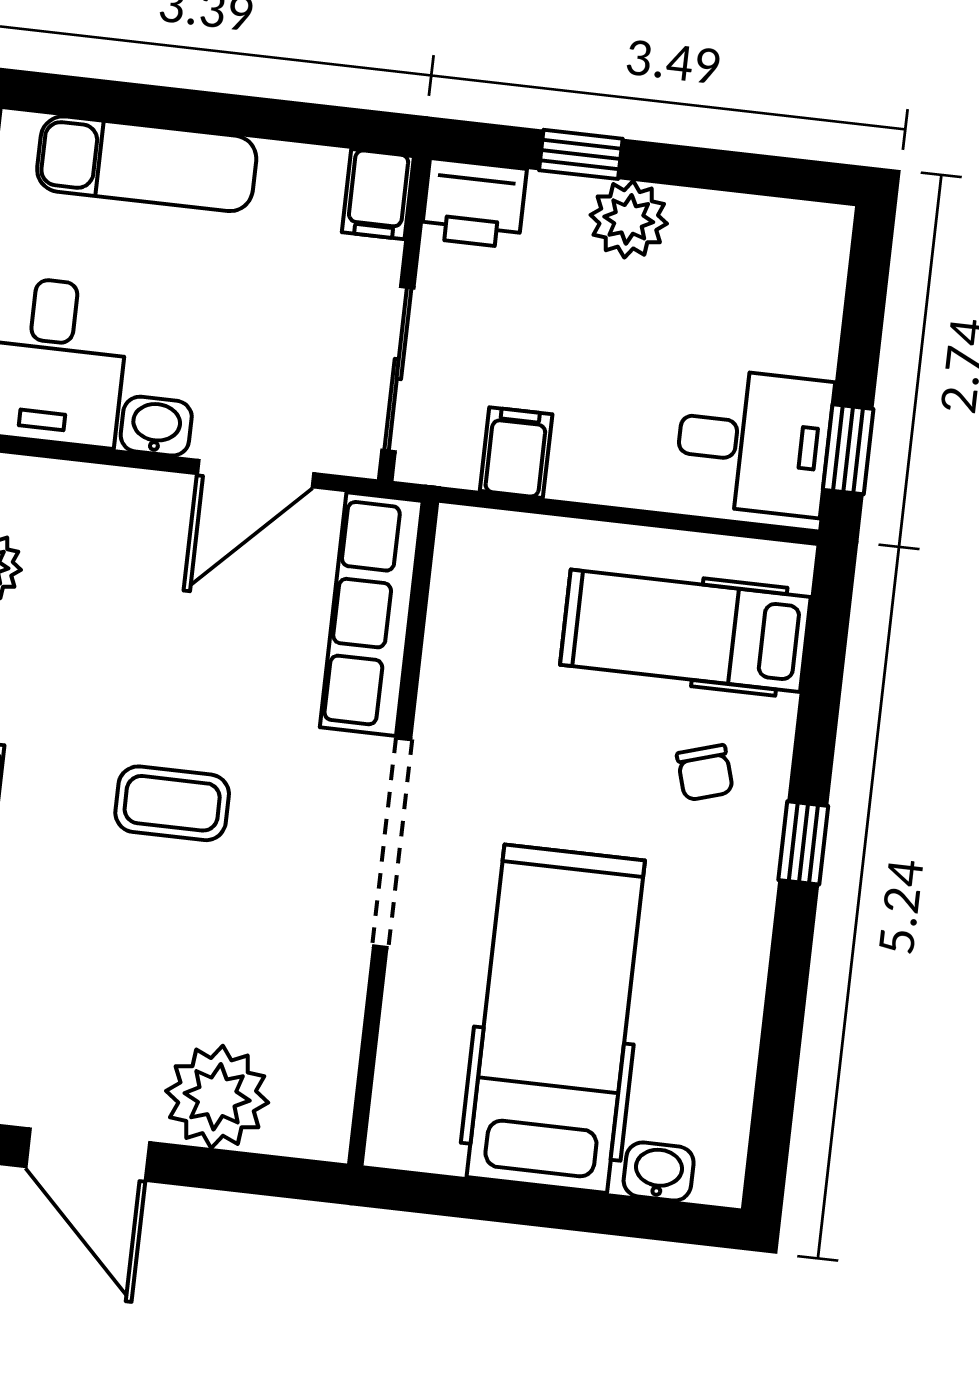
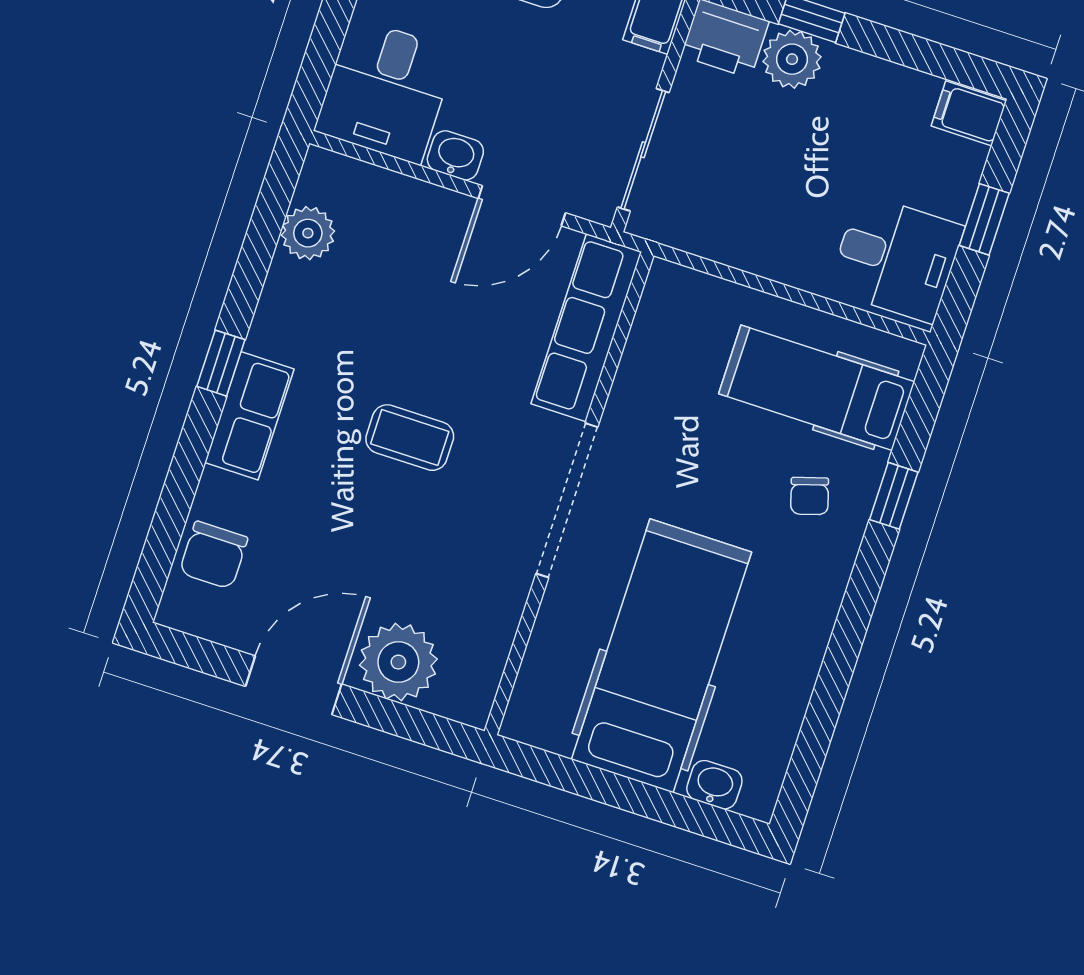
plant: (629, 219) -> (792, 59), moved
window: (848, 449) -> (984, 219), moved
filing cabinet: (516, 453) -> (969, 113), moved, turned -90
window: (803, 843) -> (894, 496), moved
door: (88, 1155) -> (294, 685), swing flipped

